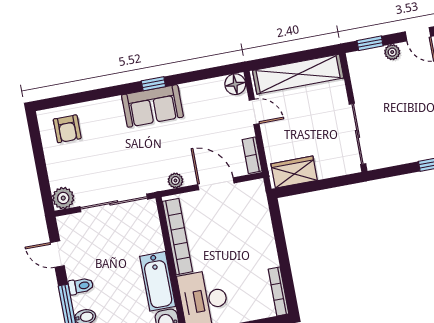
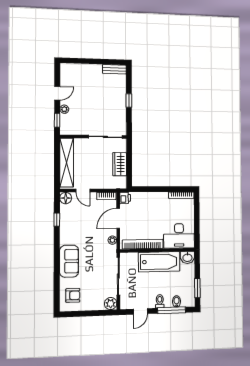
window: (153, 84) -> (57, 220), moved
sofa: (152, 106) -> (69, 261), moved
door: (254, 112) -> (83, 191), swing flipped
wardrobe: (294, 172) -> (120, 164), moved
printer: (255, 189) -> (125, 198), added
bathtub: (158, 281) -> (159, 262), width x1.36, depth x1.36

